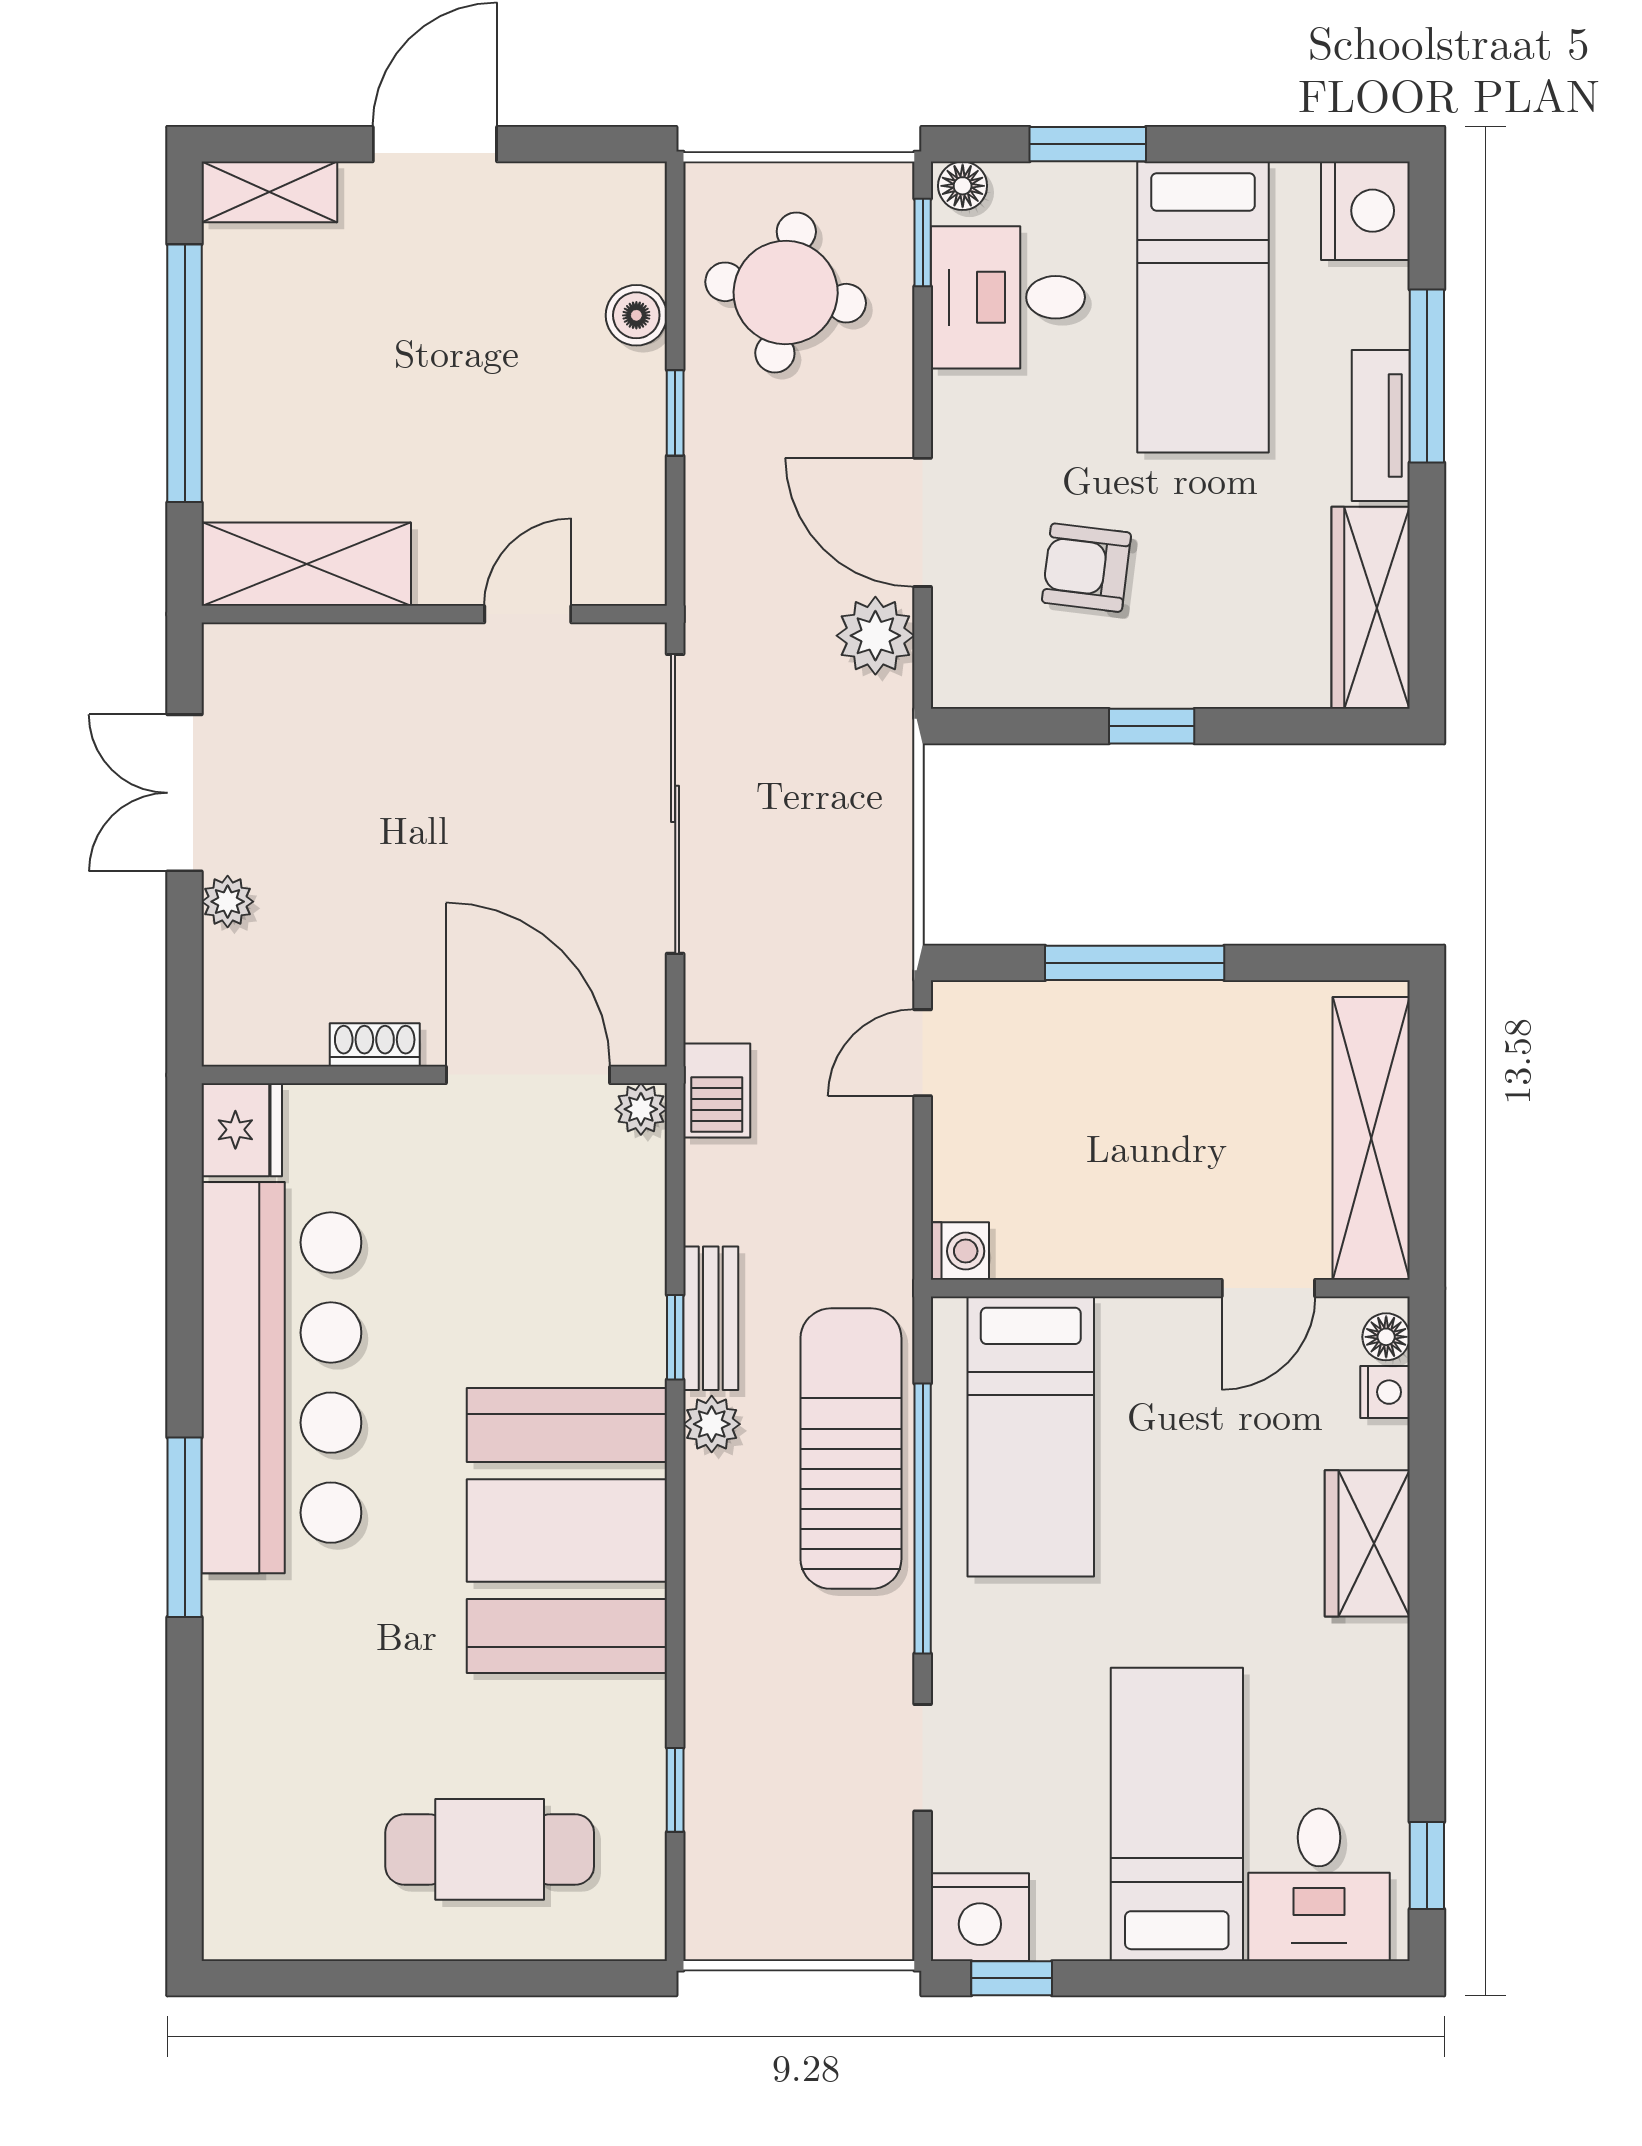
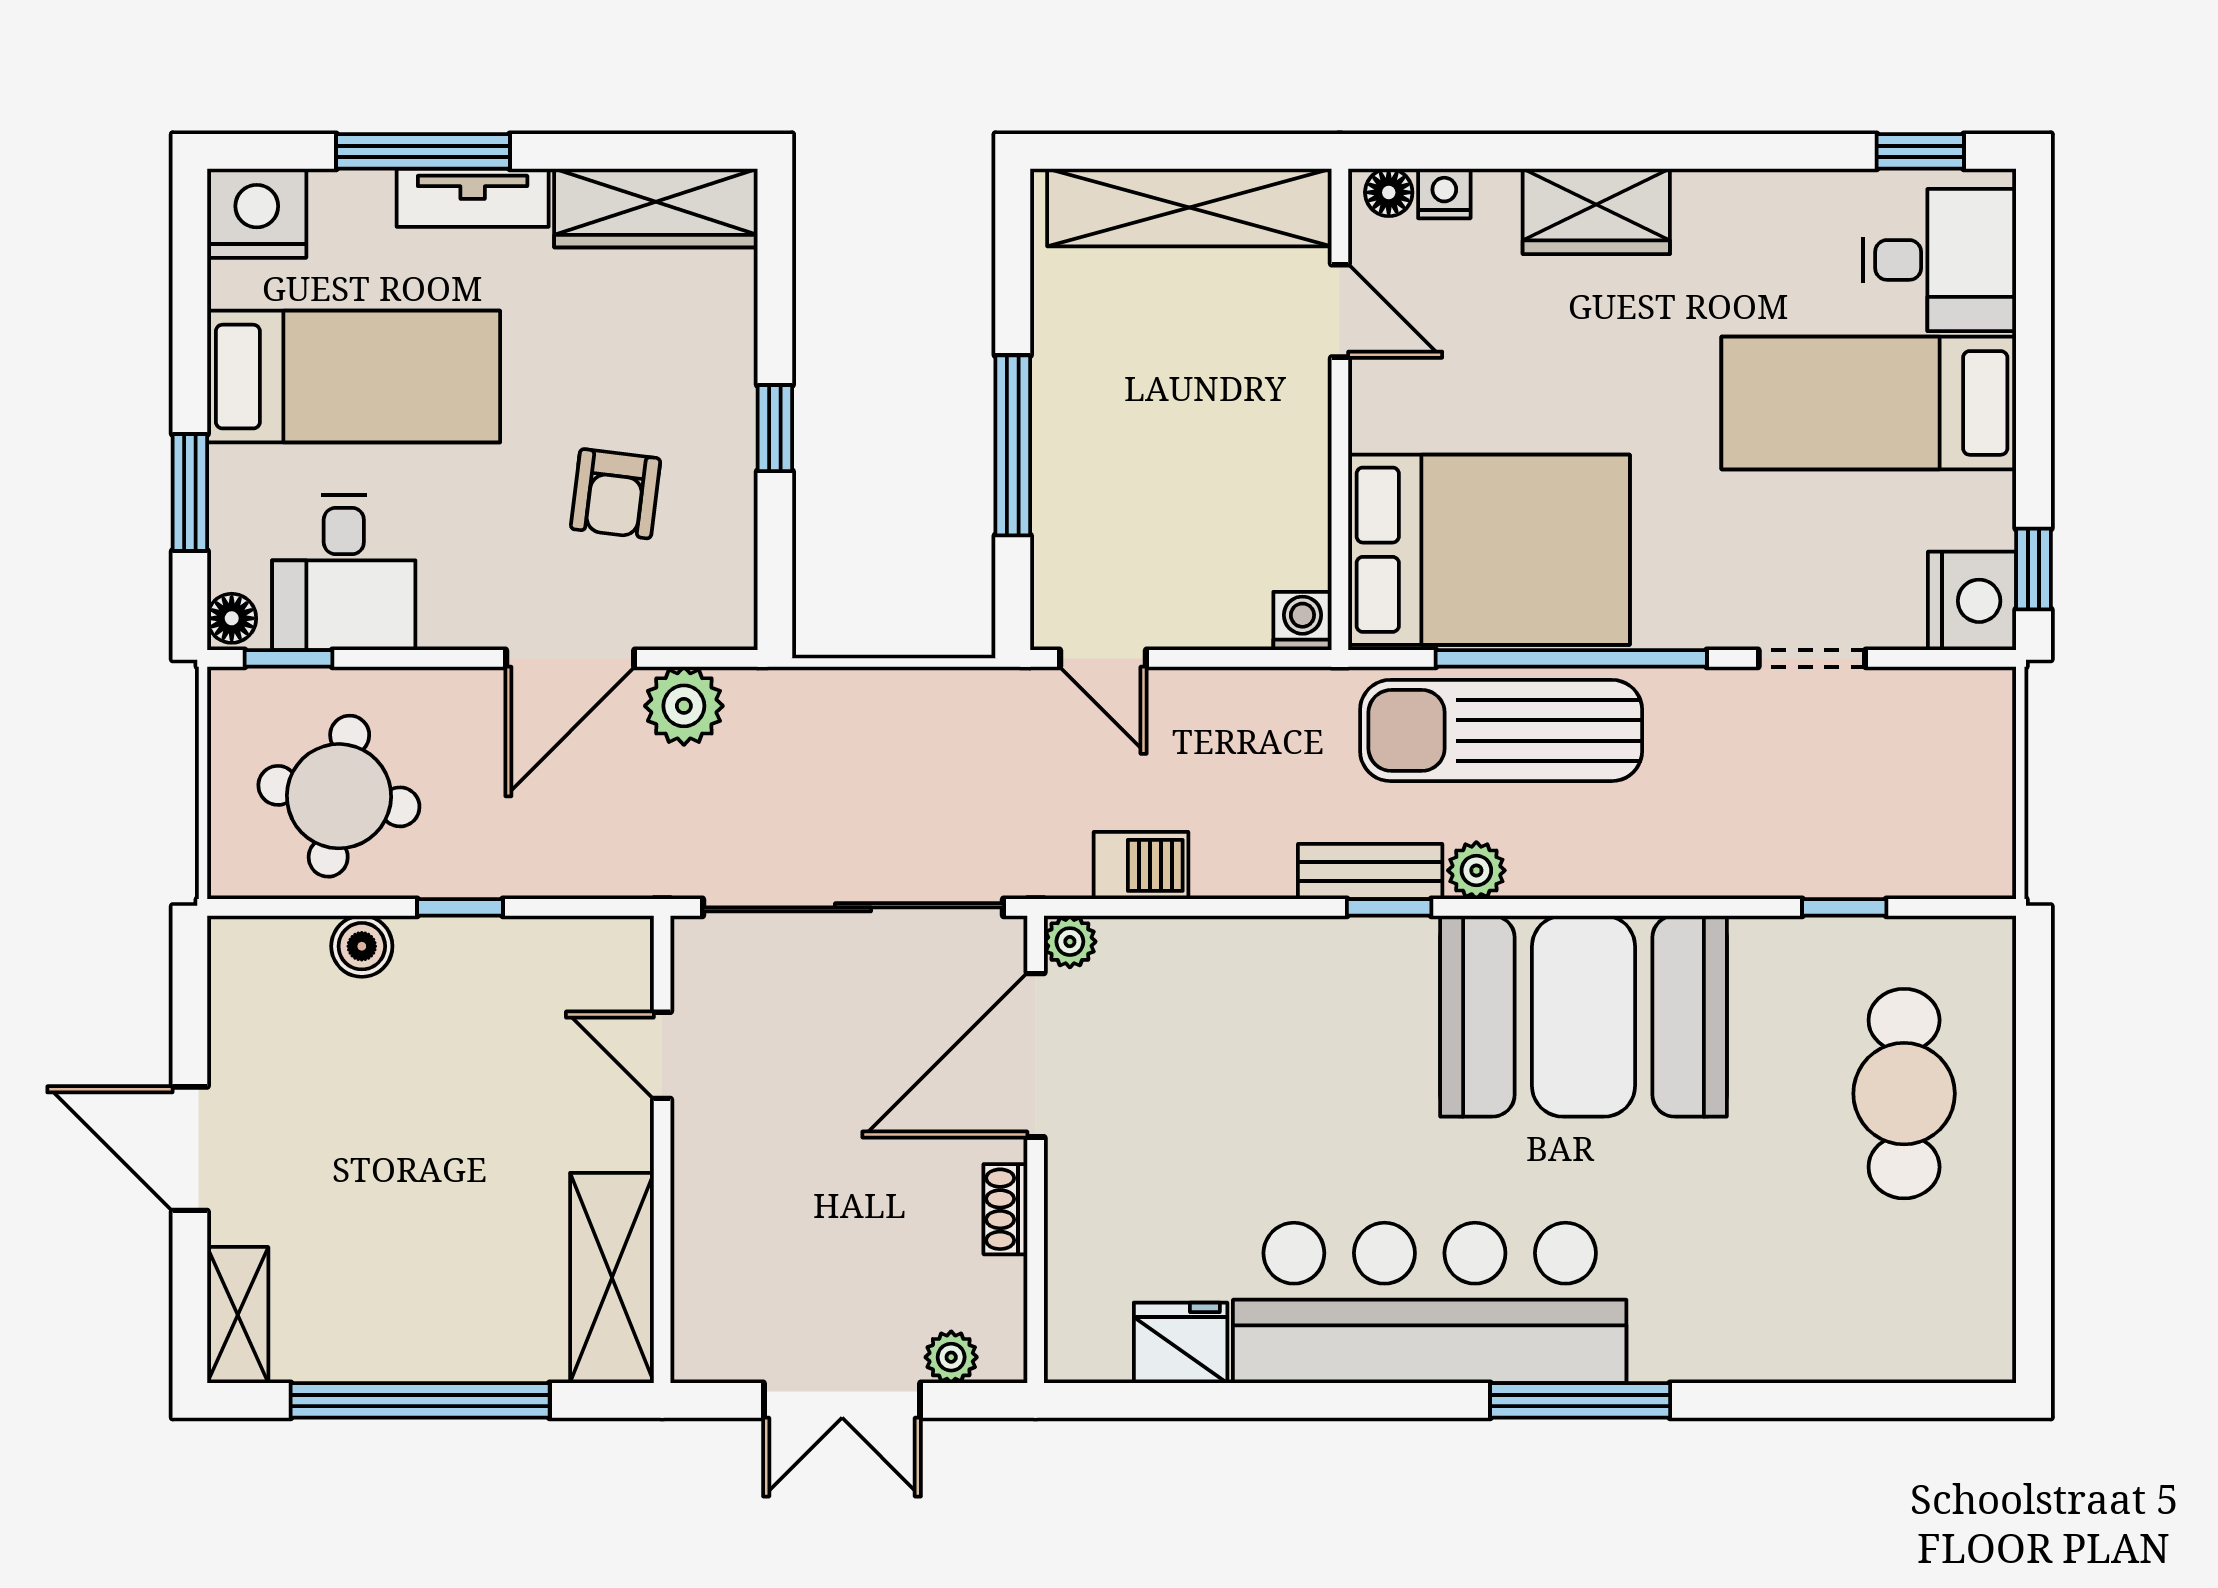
shoe rack: (375, 1045) -> (1005, 1209), moved
wall: (434, 1075) -> (1036, 1149), moved
door: (528, 1075) -> (1036, 1055), moved
plant: (641, 1109) -> (1070, 942), moved
bed: (1031, 1437) -> (1489, 550), width x1.50

